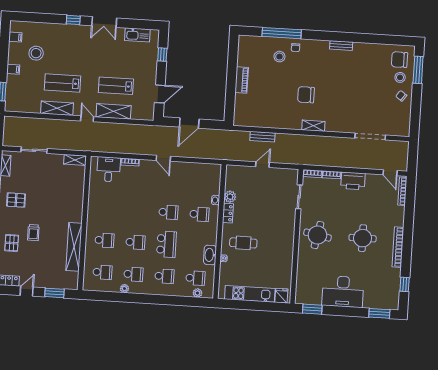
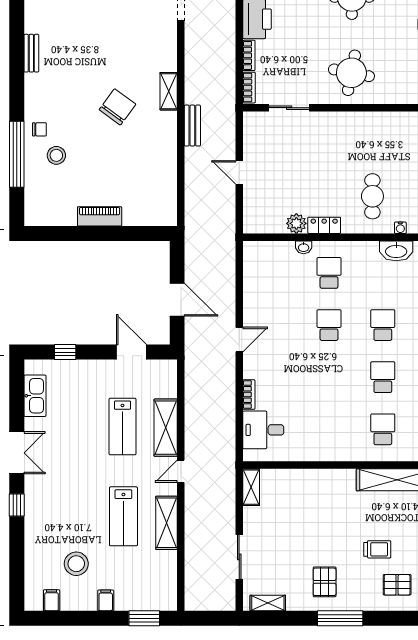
chair: (306, 95) -> (117, 107), turned -144
bench: (262, 137) -> (192, 126), moved
school desk: (166, 244) -> (383, 325), width x0.54

